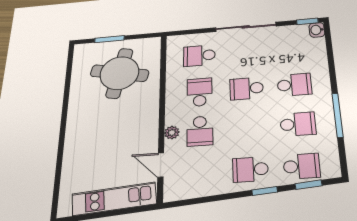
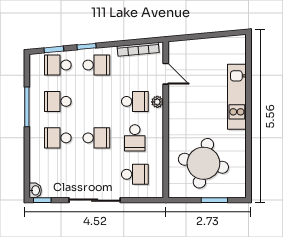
school desk: (200, 131) -> (135, 101), turned 90
bookcase: (196, 192) -> (138, 49), added
kitchen unit: (114, 199) -> (237, 97), moved, turned 95

